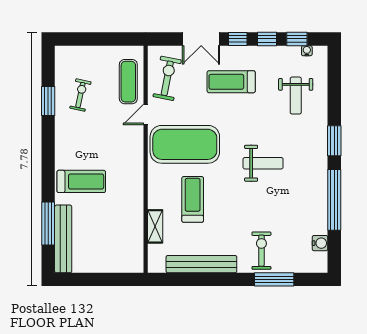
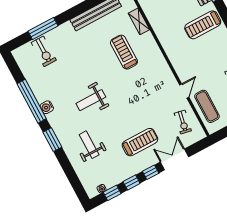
exercise bike: (167, 78) -> (183, 122), width x0.73, depth x0.72
weight bench: (296, 96) -> (89, 145), moved
exercise mat: (185, 144) -> (148, 85), removed
treadmill: (193, 199) -> (124, 52), turned 180
water cooler: (320, 243) -> (47, 107), moved
exercise bike: (261, 251) -> (44, 51), moved

